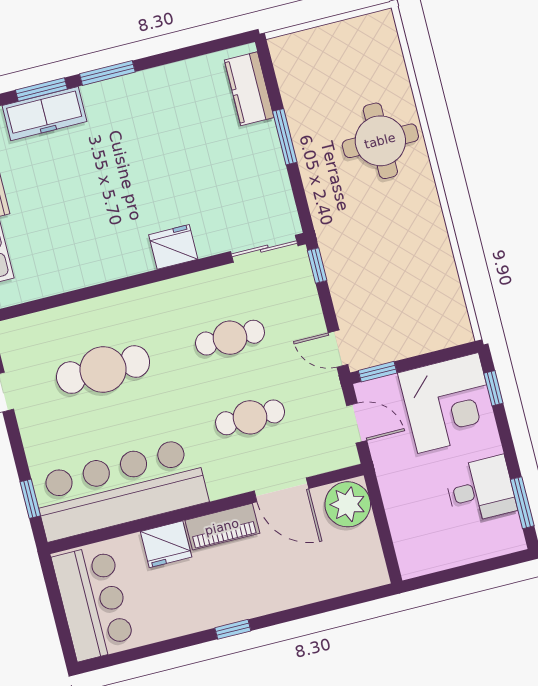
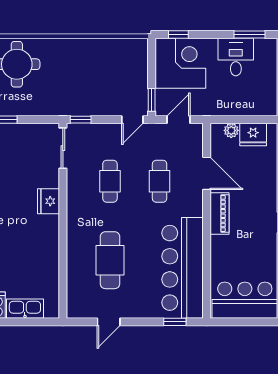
door: (282, 490) -> (207, 173), hinge flipped
plant: (348, 504) -> (231, 130), width x0.53, depth x0.53
fridge: (166, 544) -> (253, 135), moved, turned 90

